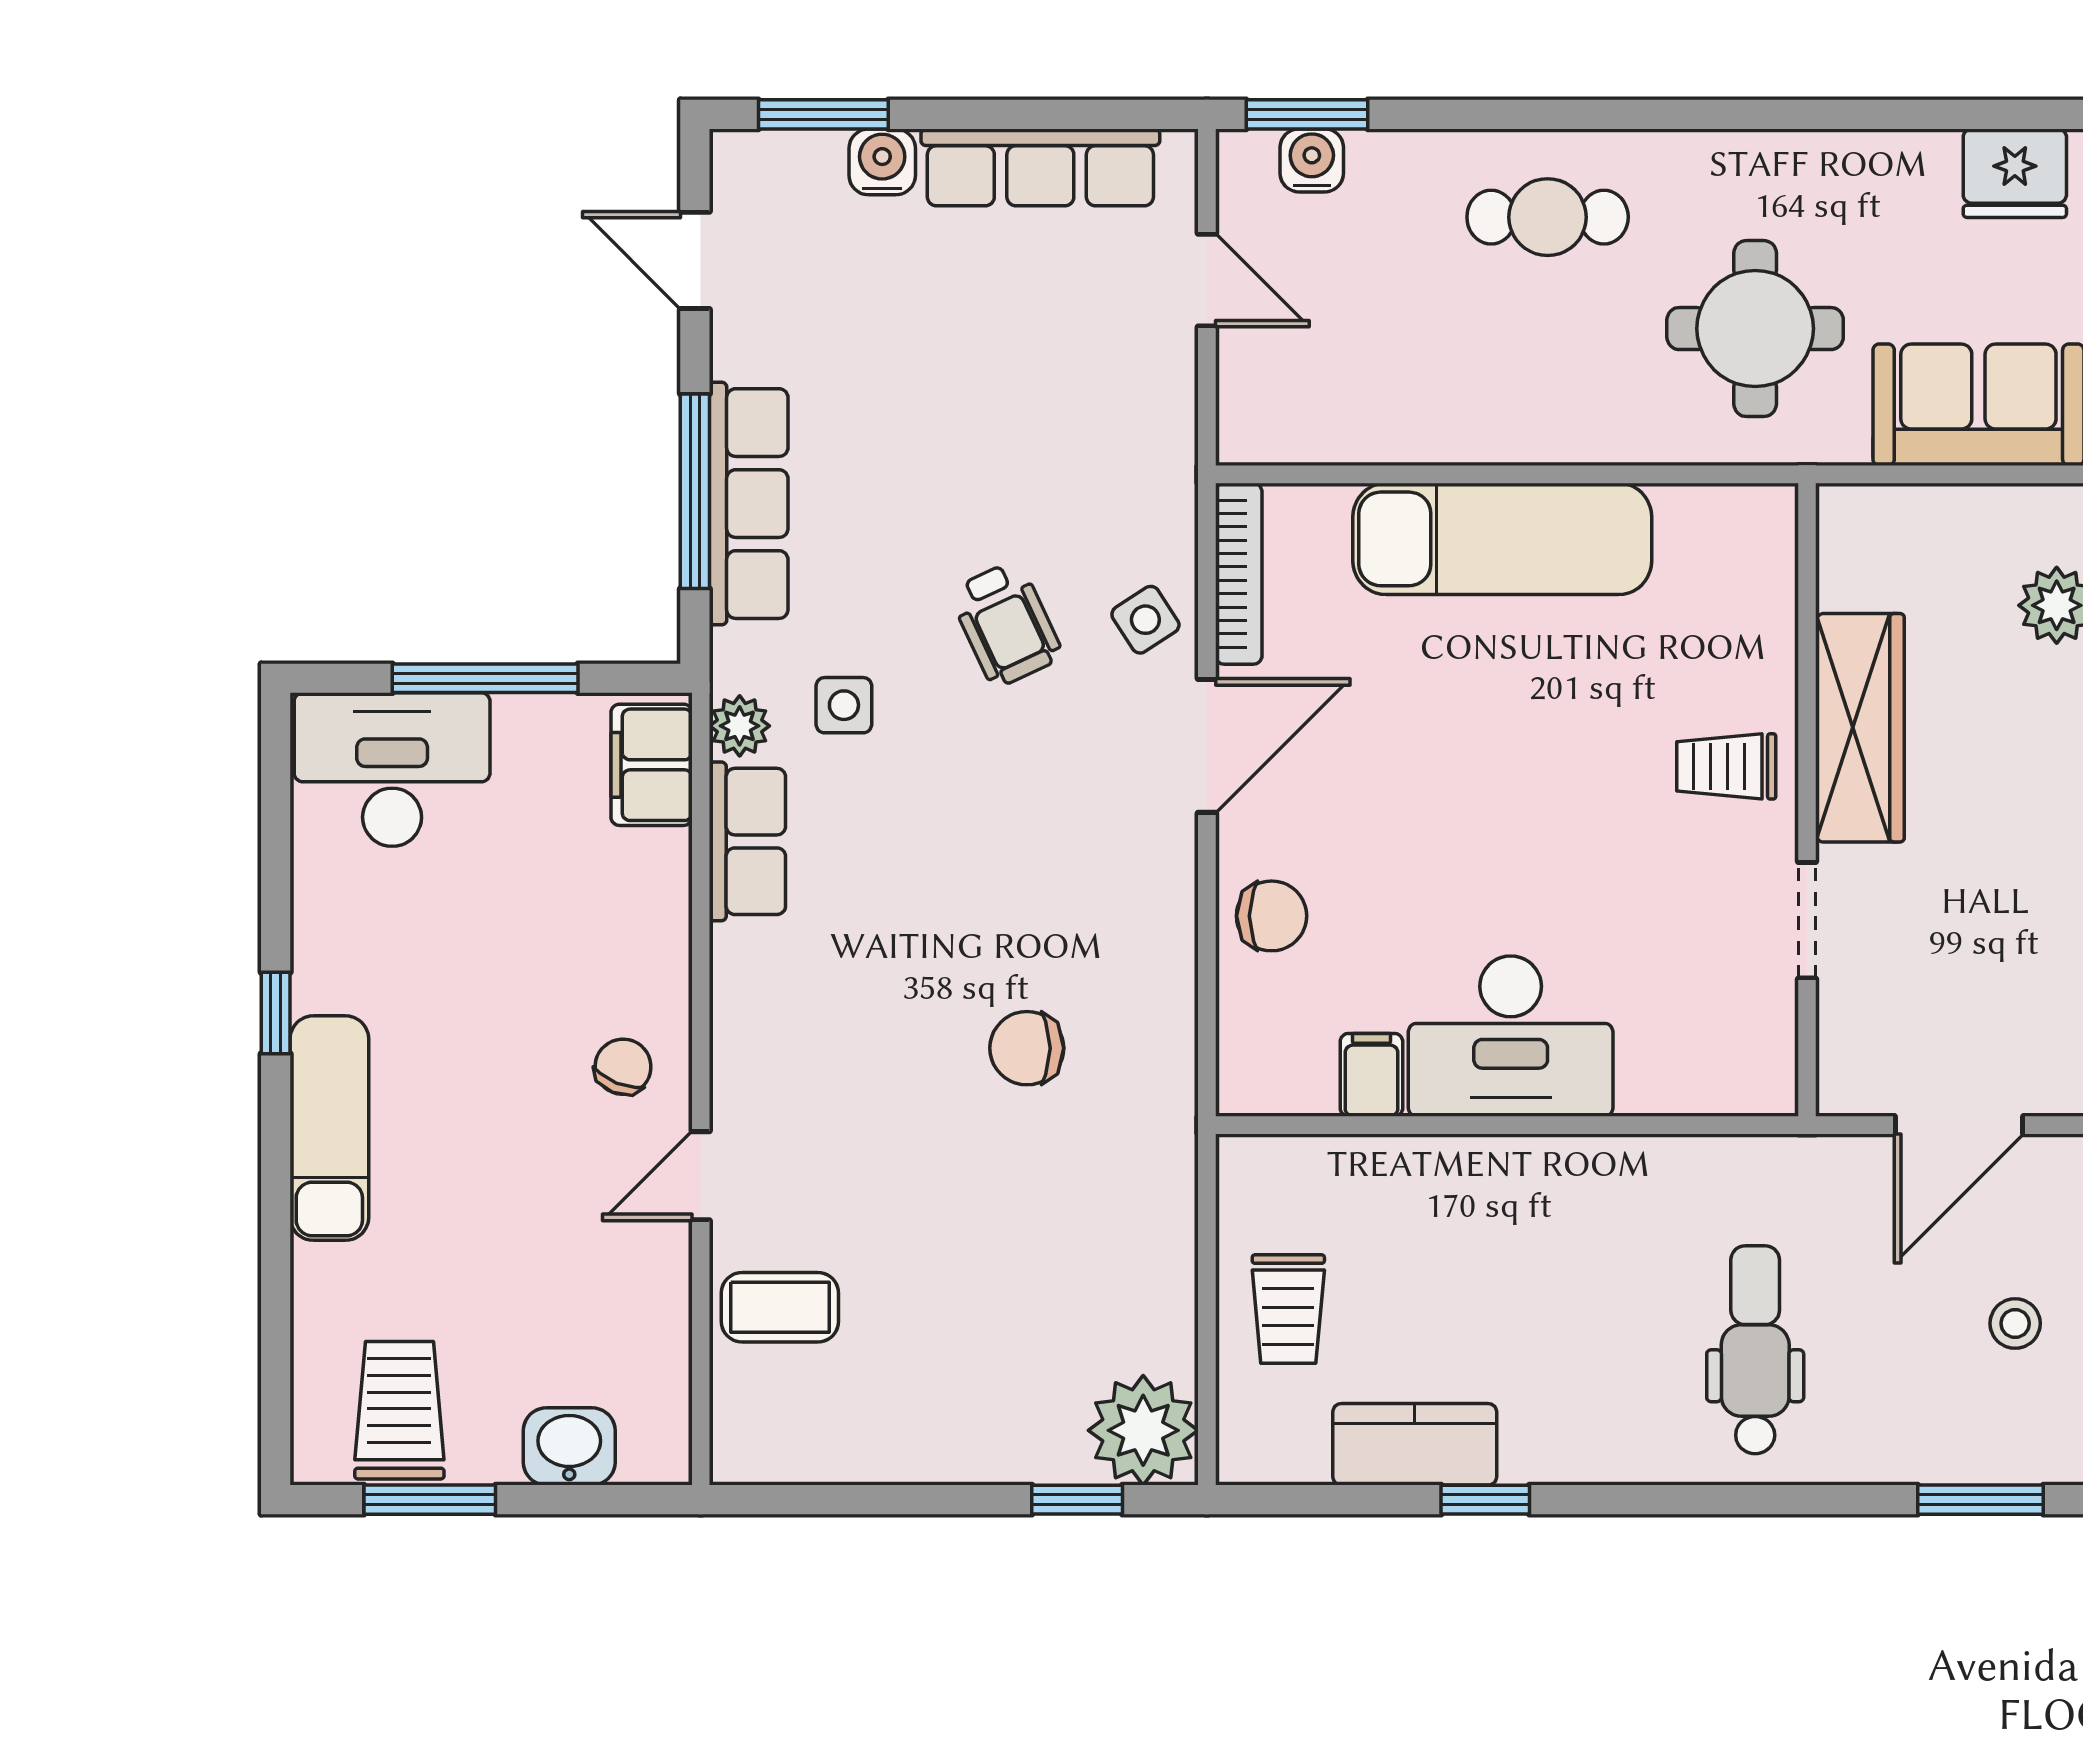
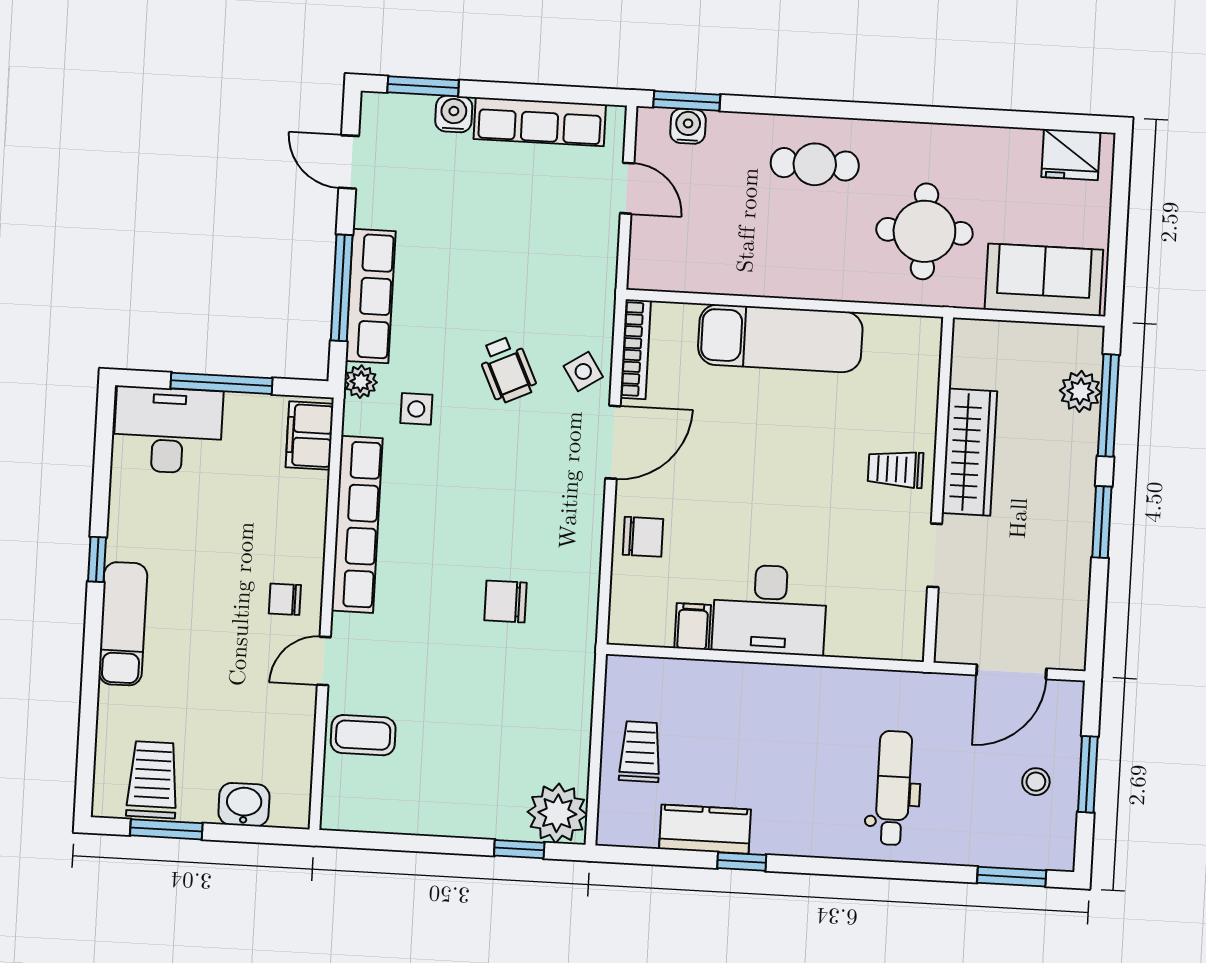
plant: (740, 726) -> (361, 382), moved
row of seats: (747, 841) -> (357, 524), width x2.02
chair: (623, 1067) -> (285, 599), turned -112
trolley: (1288, 1309) -> (640, 752), turned 180

